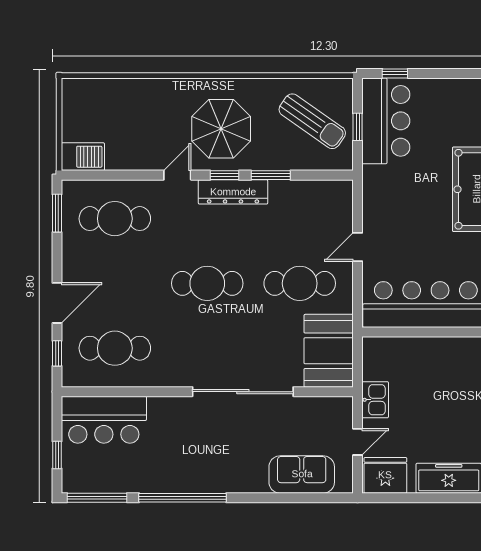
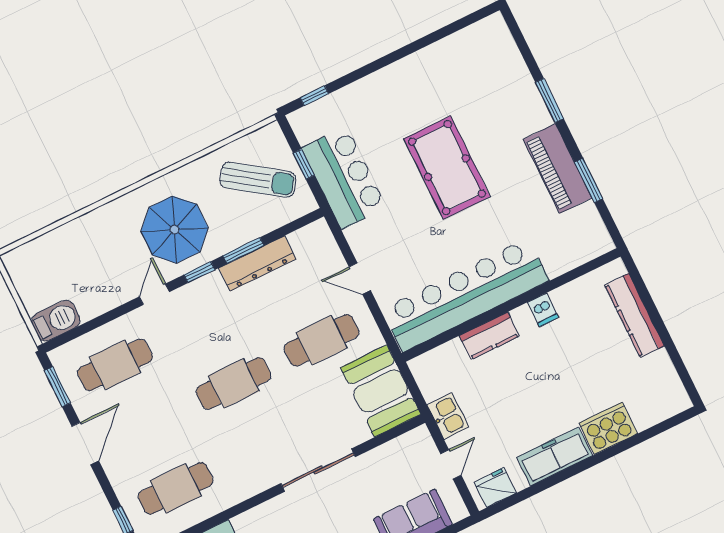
bar counter: (386, 121) -> (344, 178), moved
dresser: (233, 192) -> (257, 264), moved
door: (358, 247) -> (360, 279), hinge flipped
door: (57, 303) -> (85, 443), moved
kitchen counter: (443, 349) -> (489, 336), added
sliding door: (243, 392) -> (318, 470), width x0.73
fridge: (385, 475) -> (495, 488), width x0.73, depth x0.75

